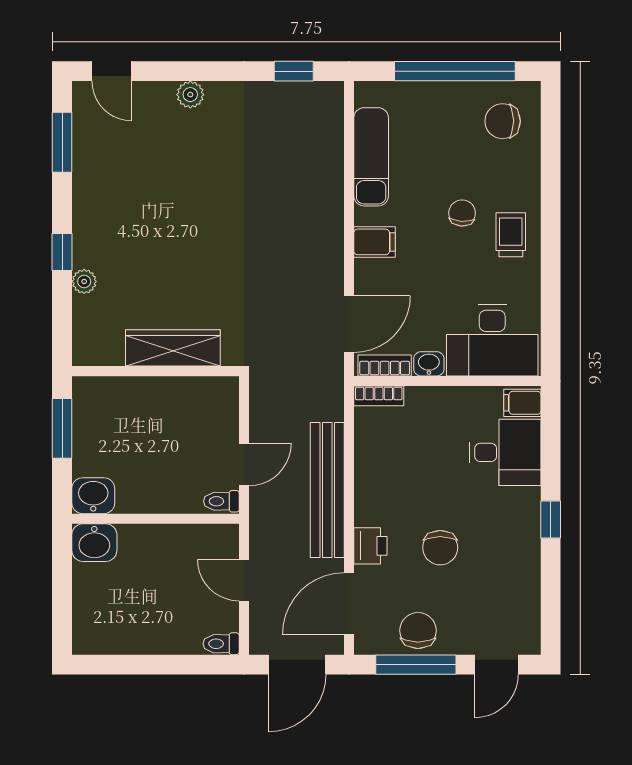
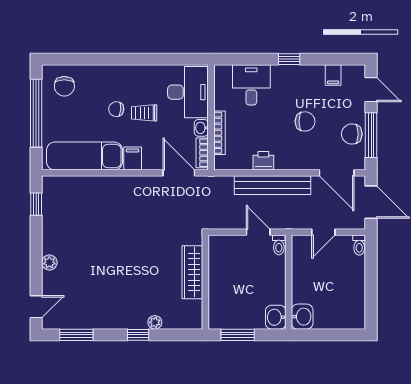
exam couch: (371, 157) -> (85, 156), width x1.36, depth x1.45
trolley: (511, 235) -> (144, 113), moved
bookcase: (379, 396) -> (219, 133), moved, width x1.56
filing cabinet: (522, 403) -> (333, 75), moved
printer: (370, 546) -> (263, 161), moved

